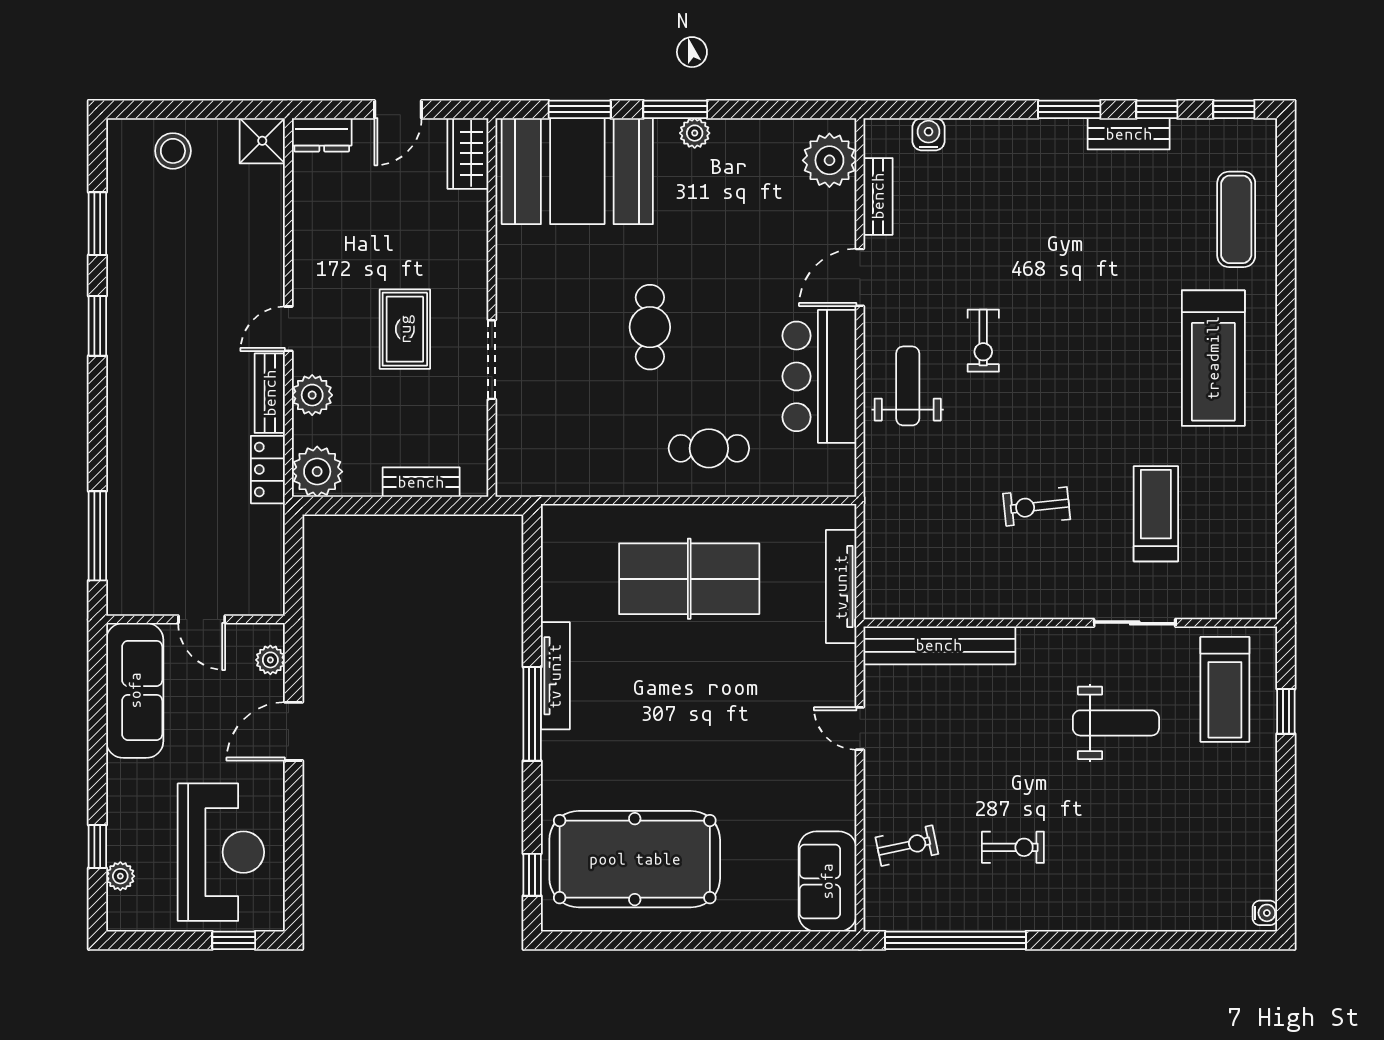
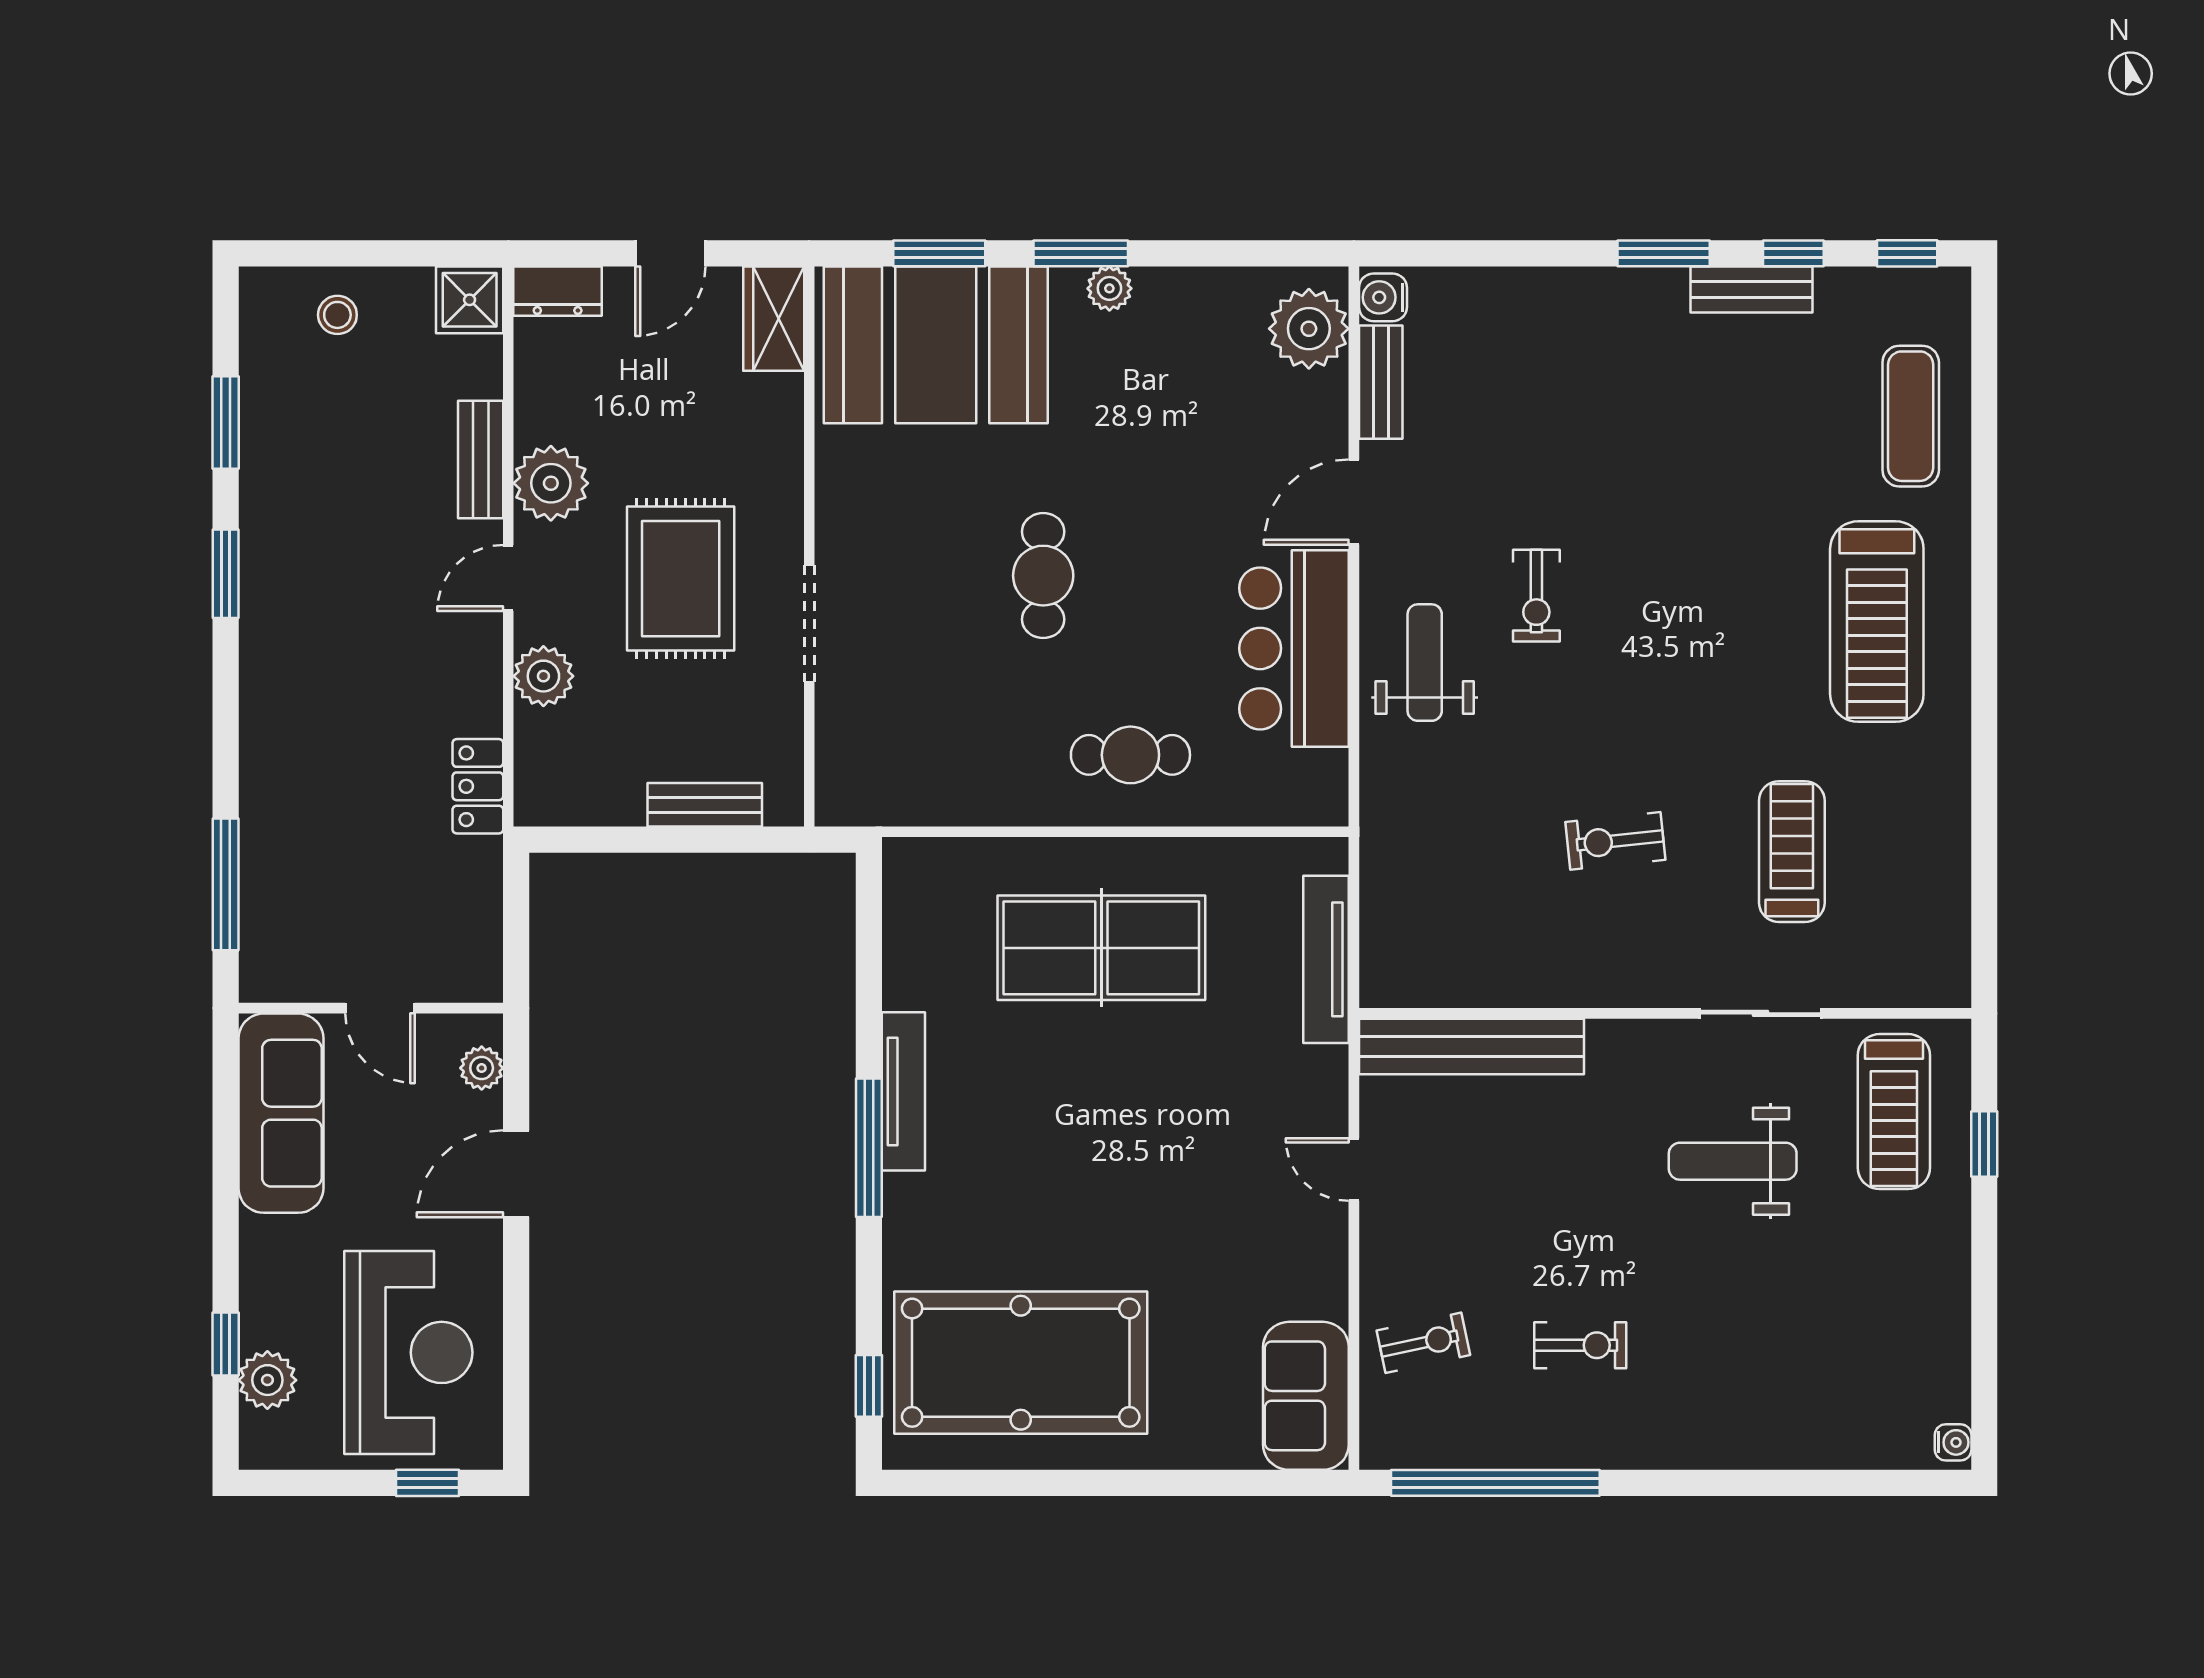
water cooler: (929, 134) -> (1383, 297), moved, turned -90
stool: (173, 151) -> (337, 315), width x0.73, depth x0.73
rug: (405, 329) -> (681, 579), width x1.36, depth x1.43
bench: (270, 393) -> (481, 459), moved
plant: (317, 472) -> (551, 483), moved
weight bench: (1116, 723) -> (1733, 1161), turned 180
plant: (120, 876) -> (267, 1380), width x1.38, depth x1.38

